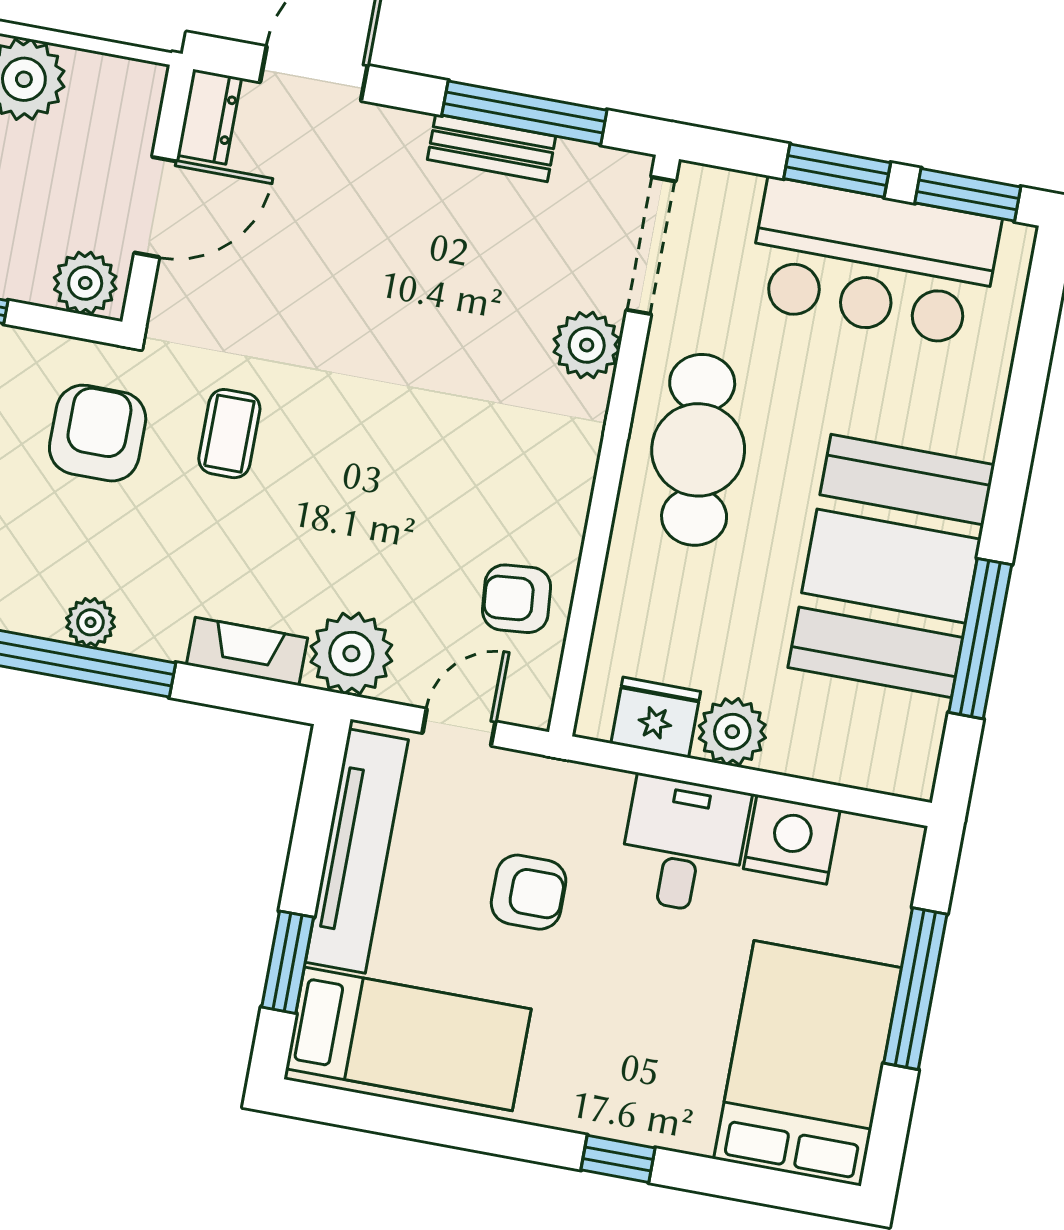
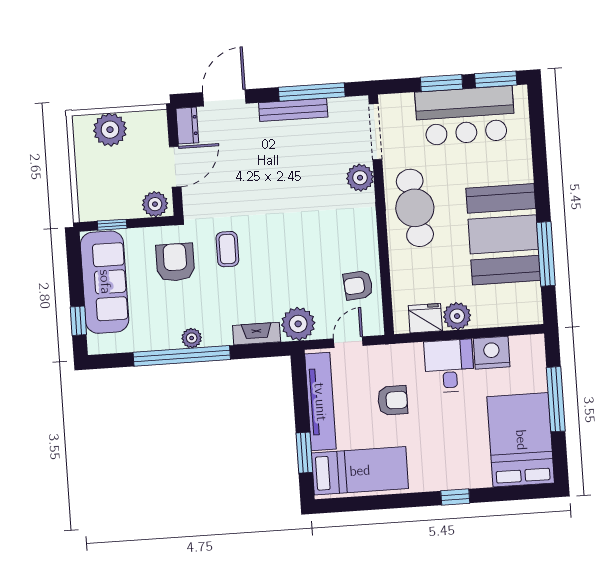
bench: (492, 148) -> (293, 110), width x1.36

